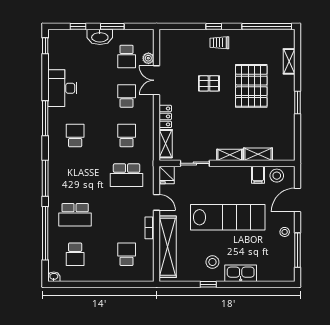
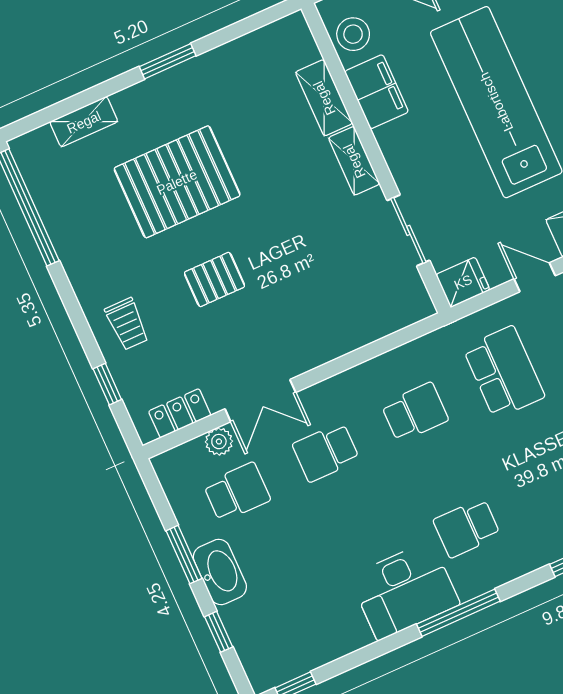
window: (214, 26) -> (107, 384), moved
trolley: (219, 43) -> (127, 324), moved
pallet: (209, 83) -> (214, 279), turned 90
desk: (62, 88) -> (405, 590), moved
locker: (165, 116) -> (180, 413), moved
school desk: (127, 136) -> (415, 412), turned 180
shelving: (166, 144) -> (394, 316), removed
filing cabinet: (258, 175) -> (377, 92), width x2.00
door: (157, 202) -> (535, 277), hinge flipped

